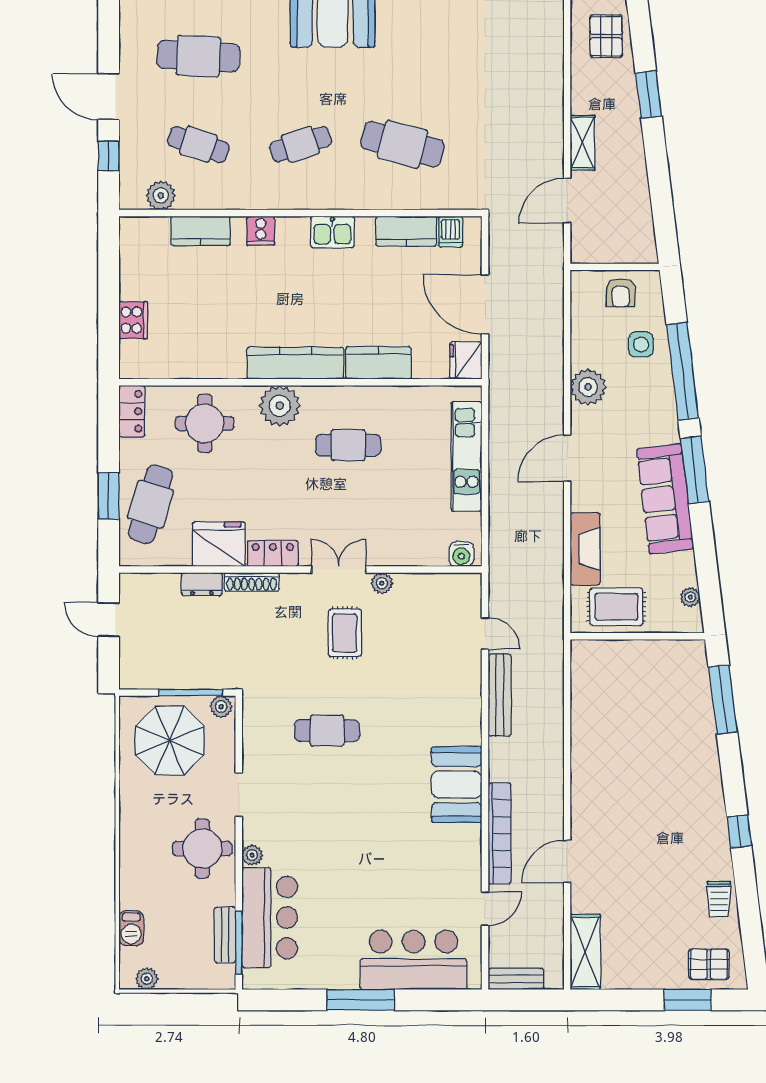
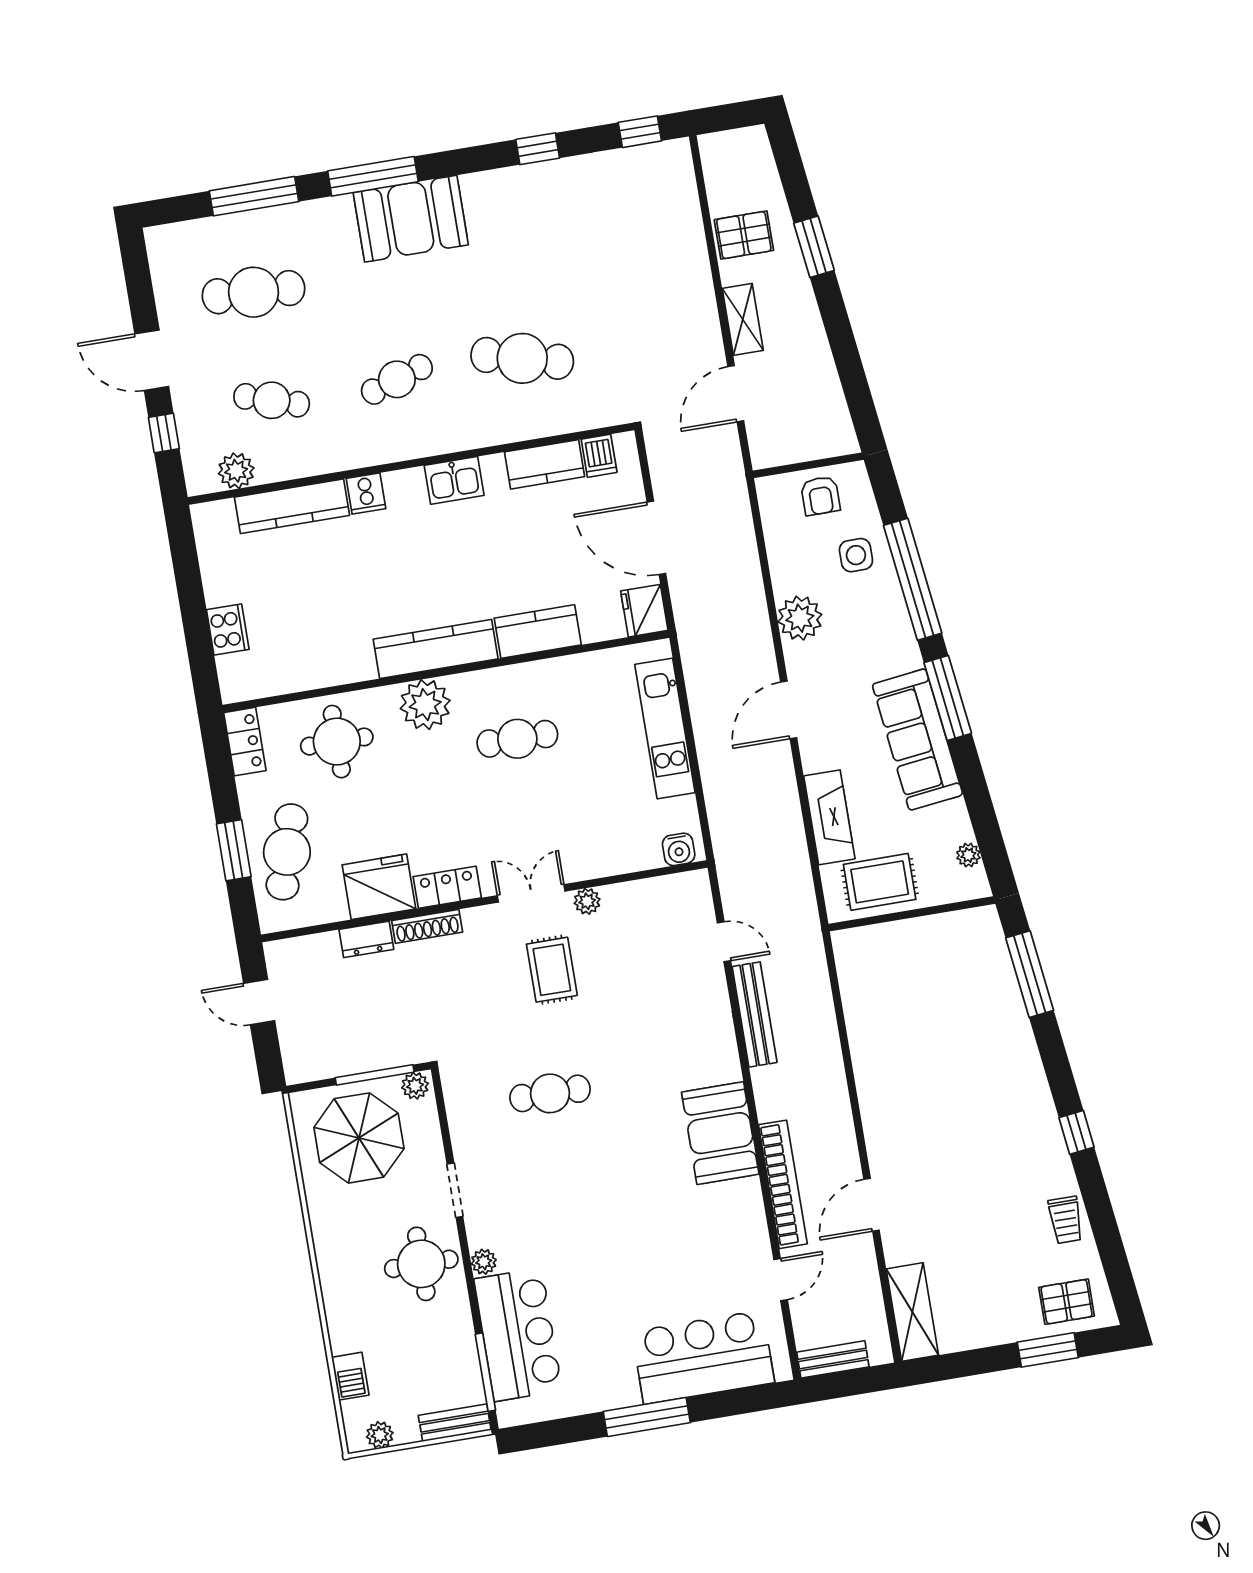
pallet: (606, 36) -> (744, 235), moved, turned 90
kitchen counter: (200, 231) -> (292, 506), width x1.50
bench: (225, 935) -> (455, 1423), moved, turned 90

